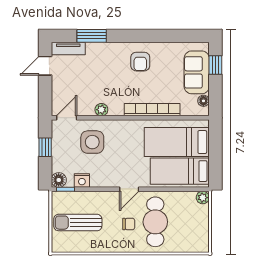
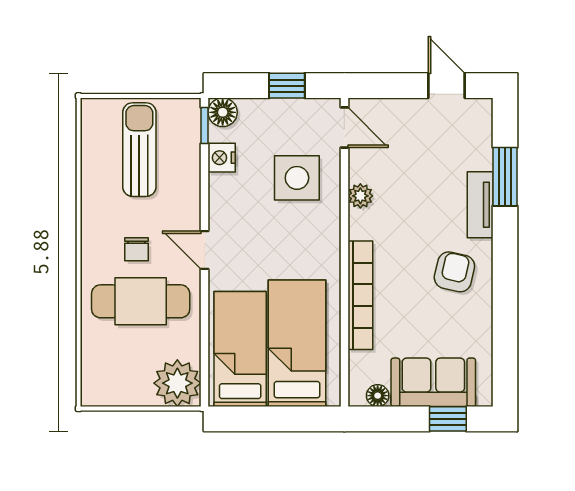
tv unit: (68, 48) -> (480, 205), moved
armchair: (140, 62) -> (454, 272), turned 103
plant: (203, 198) -> (177, 383), width x1.88, depth x1.88

